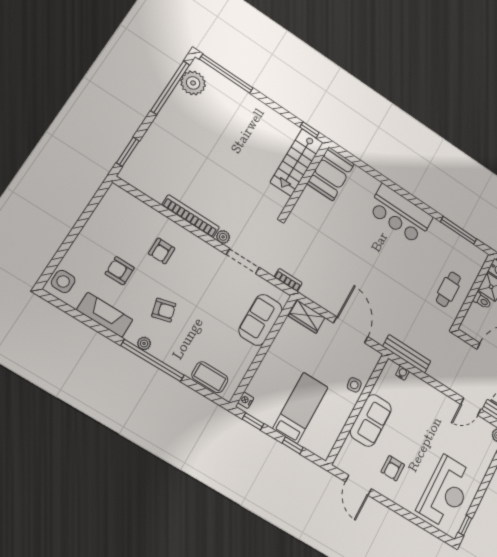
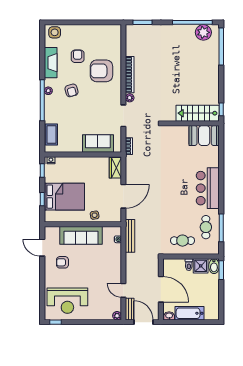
cafe table: (447, 249) -> (206, 227), added
armchair: (162, 251) -> (101, 71), width x1.88, depth x1.88
bed: (300, 408) -> (64, 197), width x1.50
sofa: (371, 420) -> (81, 235), width x1.36
door: (358, 485) -> (42, 248), hinge flipped

